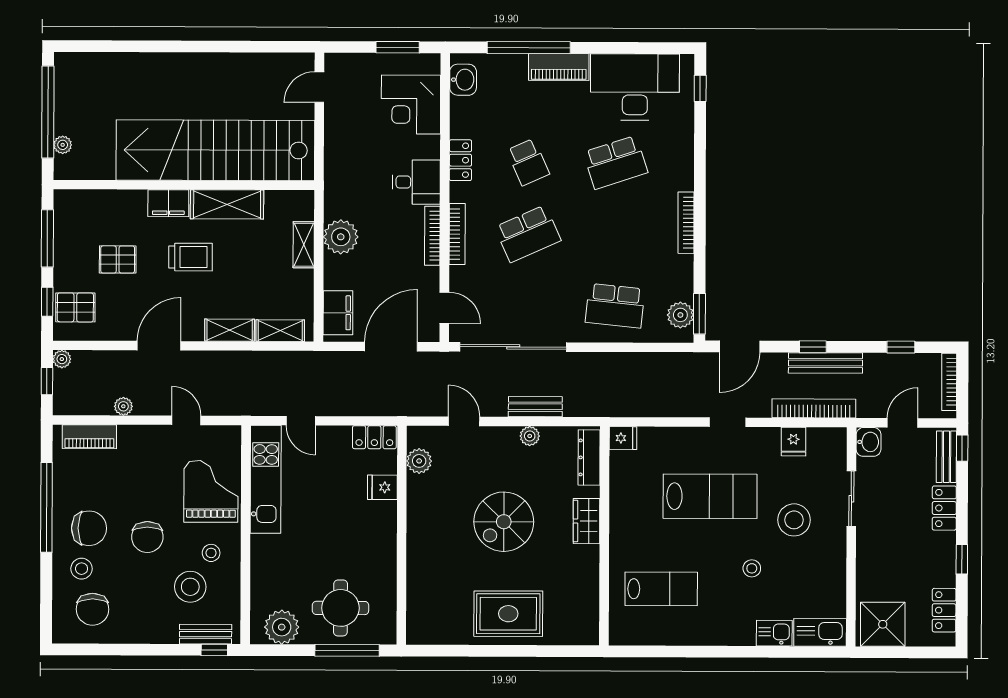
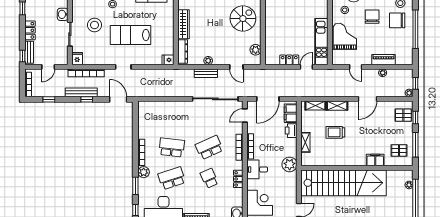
filing cabinet: (168, 203) -> (375, 160), moved
shelving: (227, 204) -> (338, 160), removed
plant: (341, 237) -> (290, 164), moved
trolley: (190, 257) -> (335, 132), moved
pallet: (118, 259) -> (399, 150), moved
printer: (337, 272) -> (291, 131), added
school desk: (615, 306) -> (172, 147), moved
door: (444, 308) -> (245, 116), hinge flipped
window: (699, 314) -> (135, 186), moved
plant: (680, 315) -> (144, 172), moved
door: (740, 347) -> (118, 99), hinge flipped
door: (301, 421) -> (306, 67), hinge flipped
piano: (89, 437) -> (384, 60), moved
locker: (374, 437) -> (289, 60), moved
fridge: (794, 442) -> (77, 59), moved
washbasin: (869, 442) -> (63, 14), moved
fridge: (382, 487) -> (271, 38), removed
grand piano: (211, 491) -> (345, 36), turned 180
wardrobe: (587, 521) -> (184, 24), width x1.50
spiral stairs: (504, 522) -> (243, 19), moved

